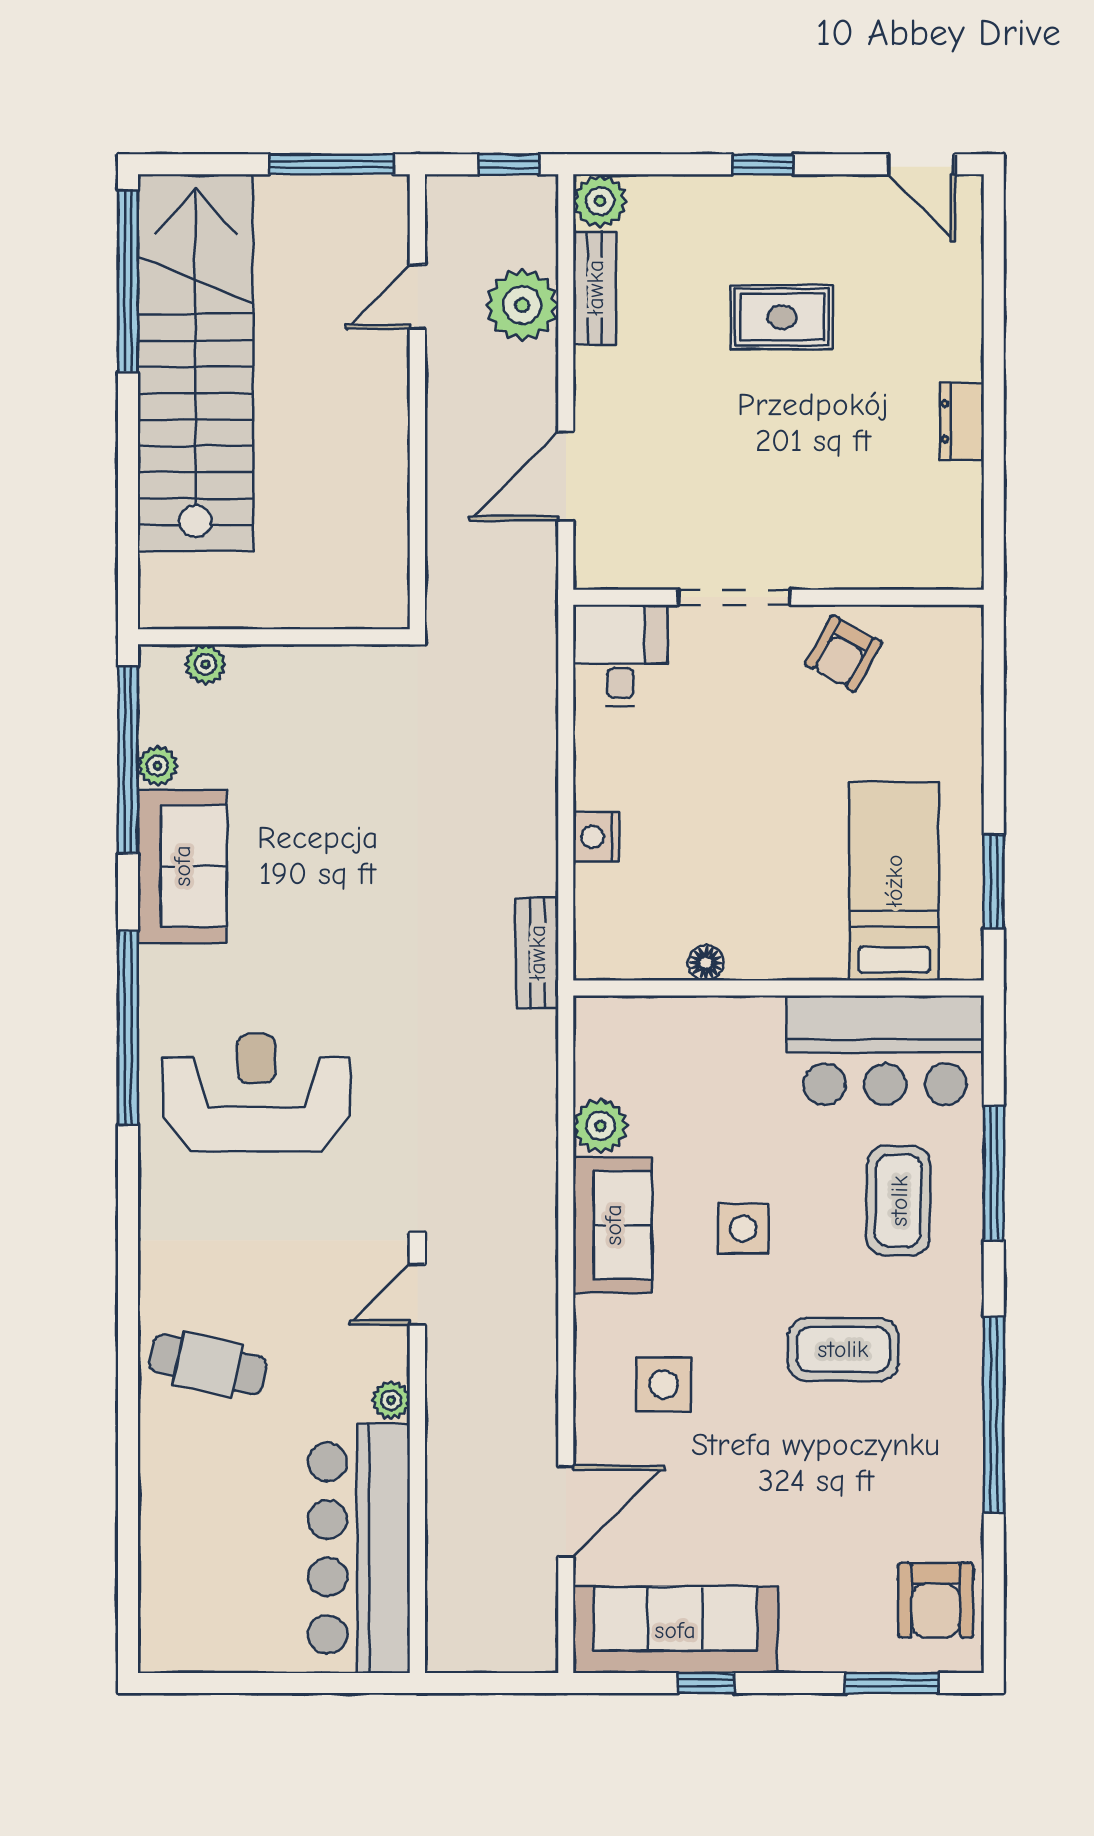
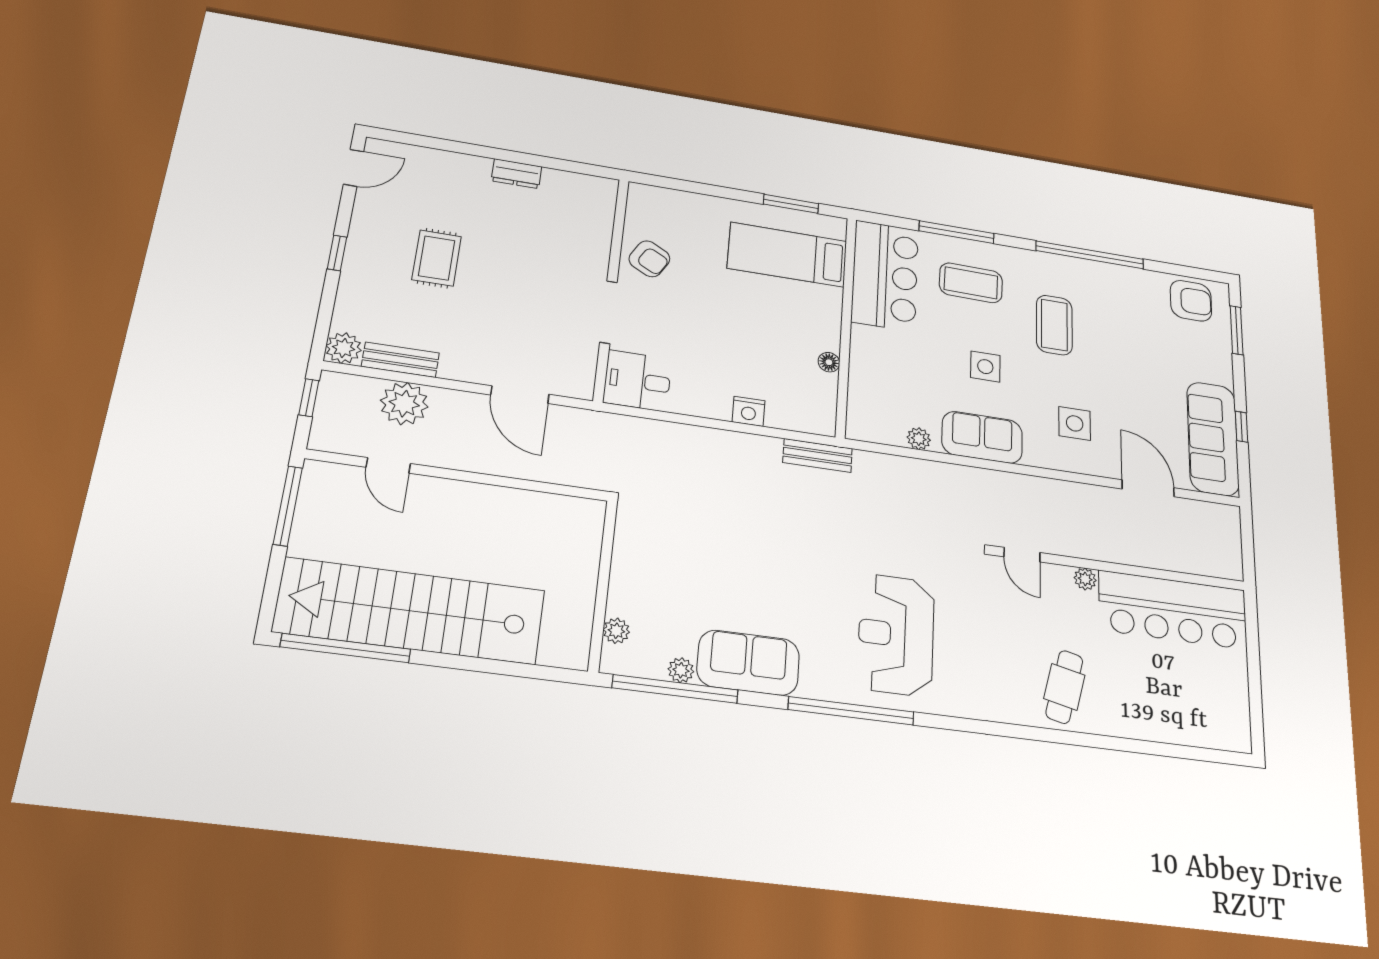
plant: (601, 1126) -> (919, 439), width x0.73, depth x0.73

